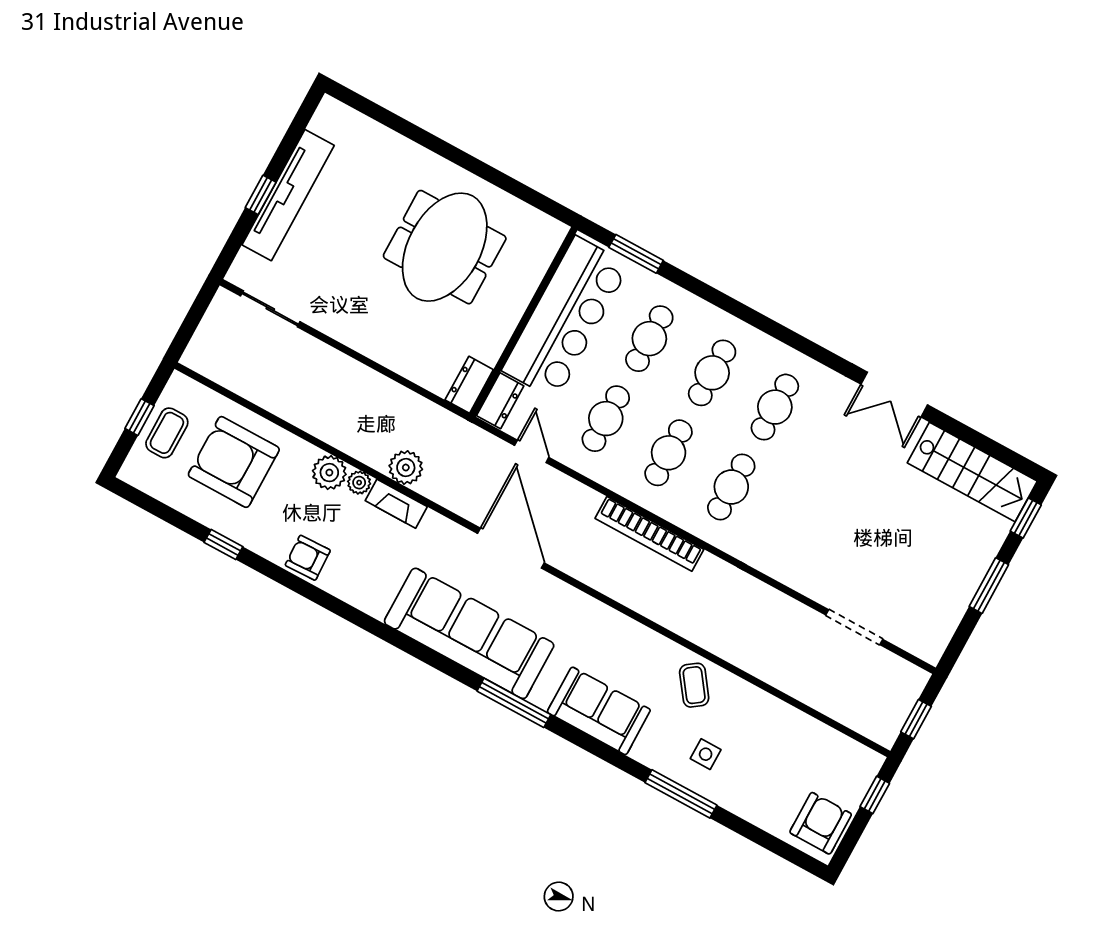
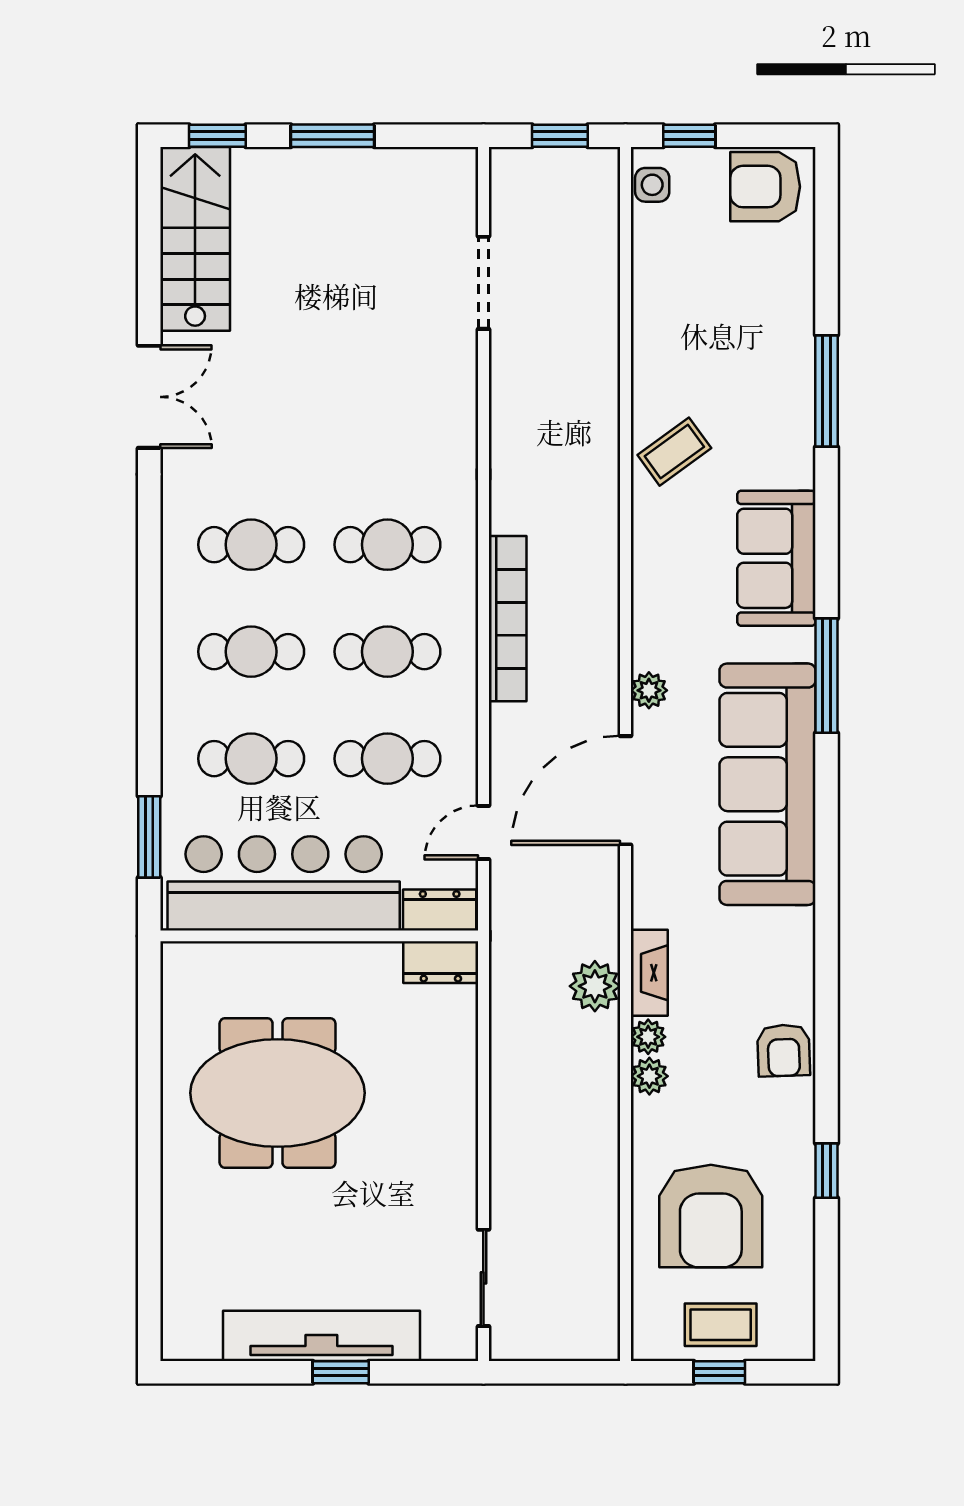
plant: (329, 473) -> (649, 1076), width x0.73, depth x0.73
plant: (562, 594) -> (649, 690), added
side table: (706, 754) -> (652, 185), moved

